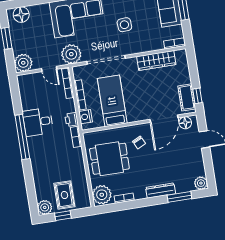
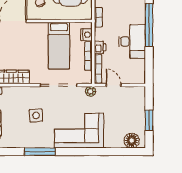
plant: (71, 54) -> (90, 91), width x0.53, depth x0.53
plant: (23, 63) -> (137, 95), removed
printer: (72, 120) -> (100, 47), moved
desk: (38, 122) -> (132, 42), width x1.37

